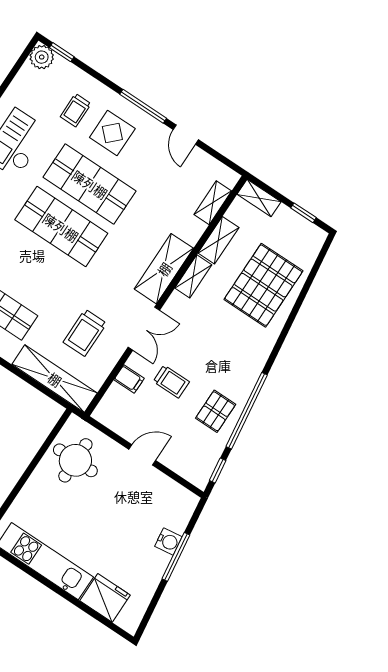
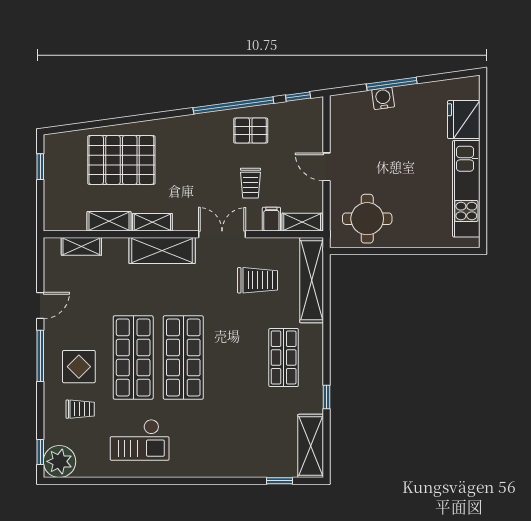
plant: (42, 57) -> (59, 461), width x1.36, depth x1.36
shelving: (259, 198) -> (302, 222), moved, turned 90
trolley: (171, 382) -> (250, 183), turned 180

